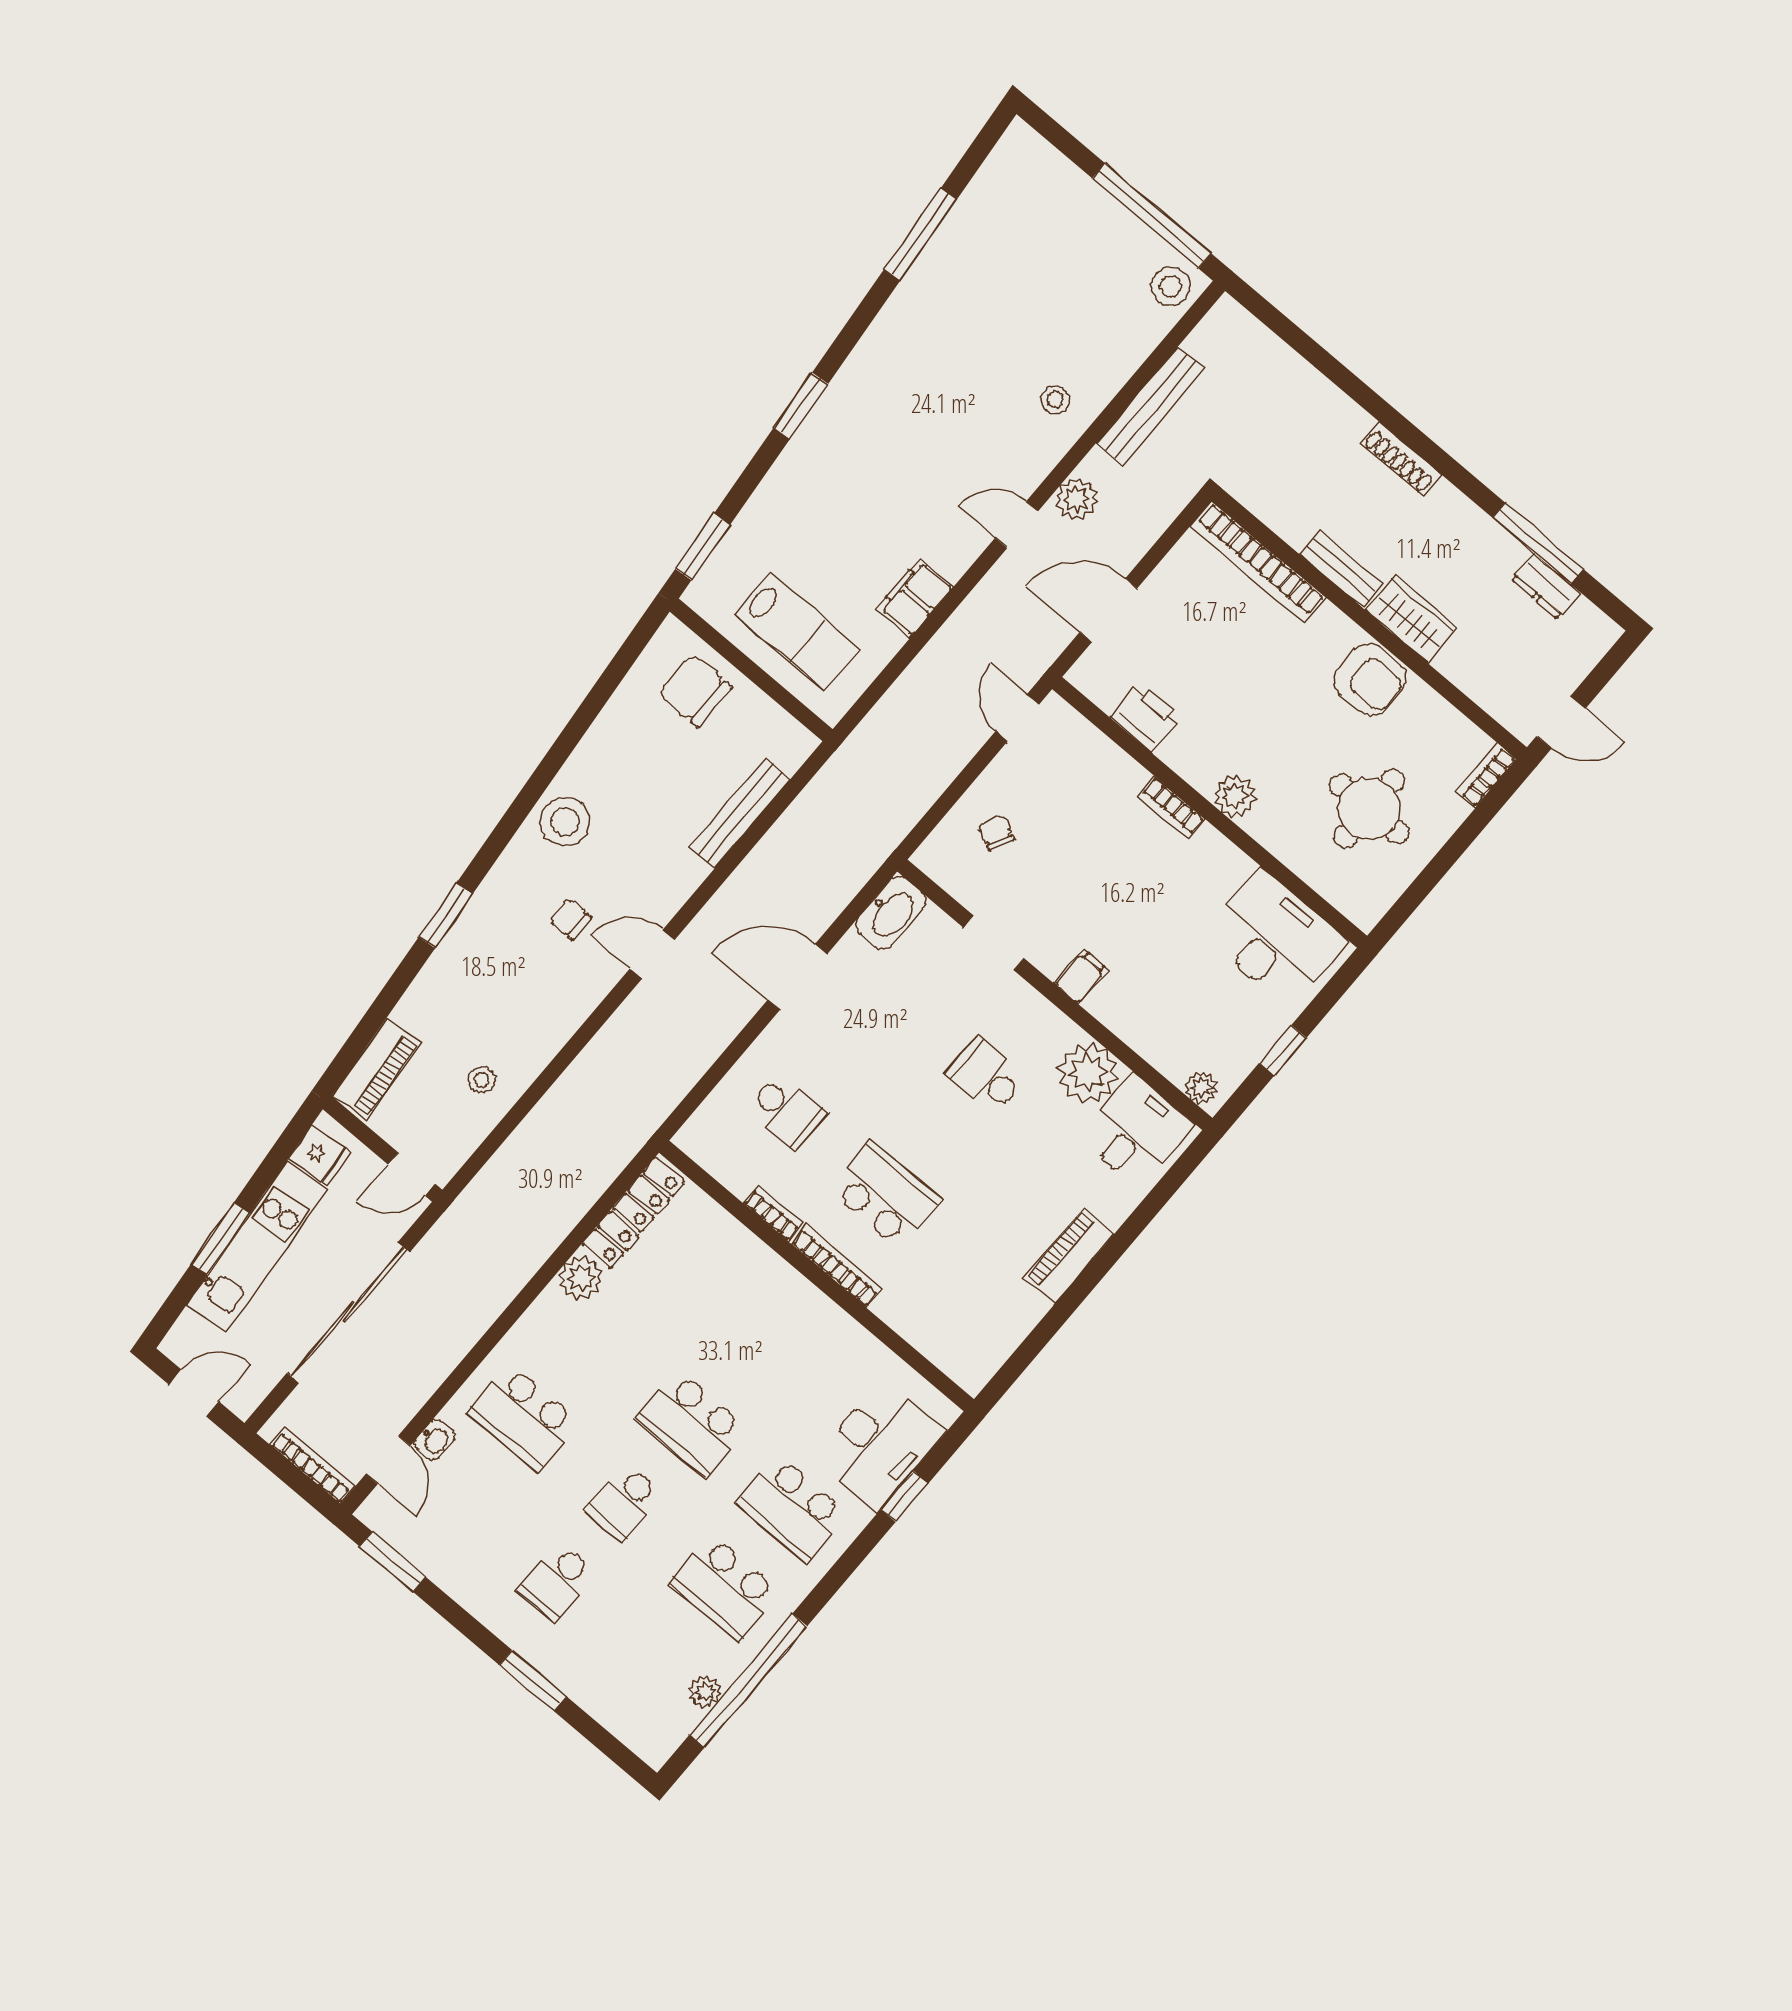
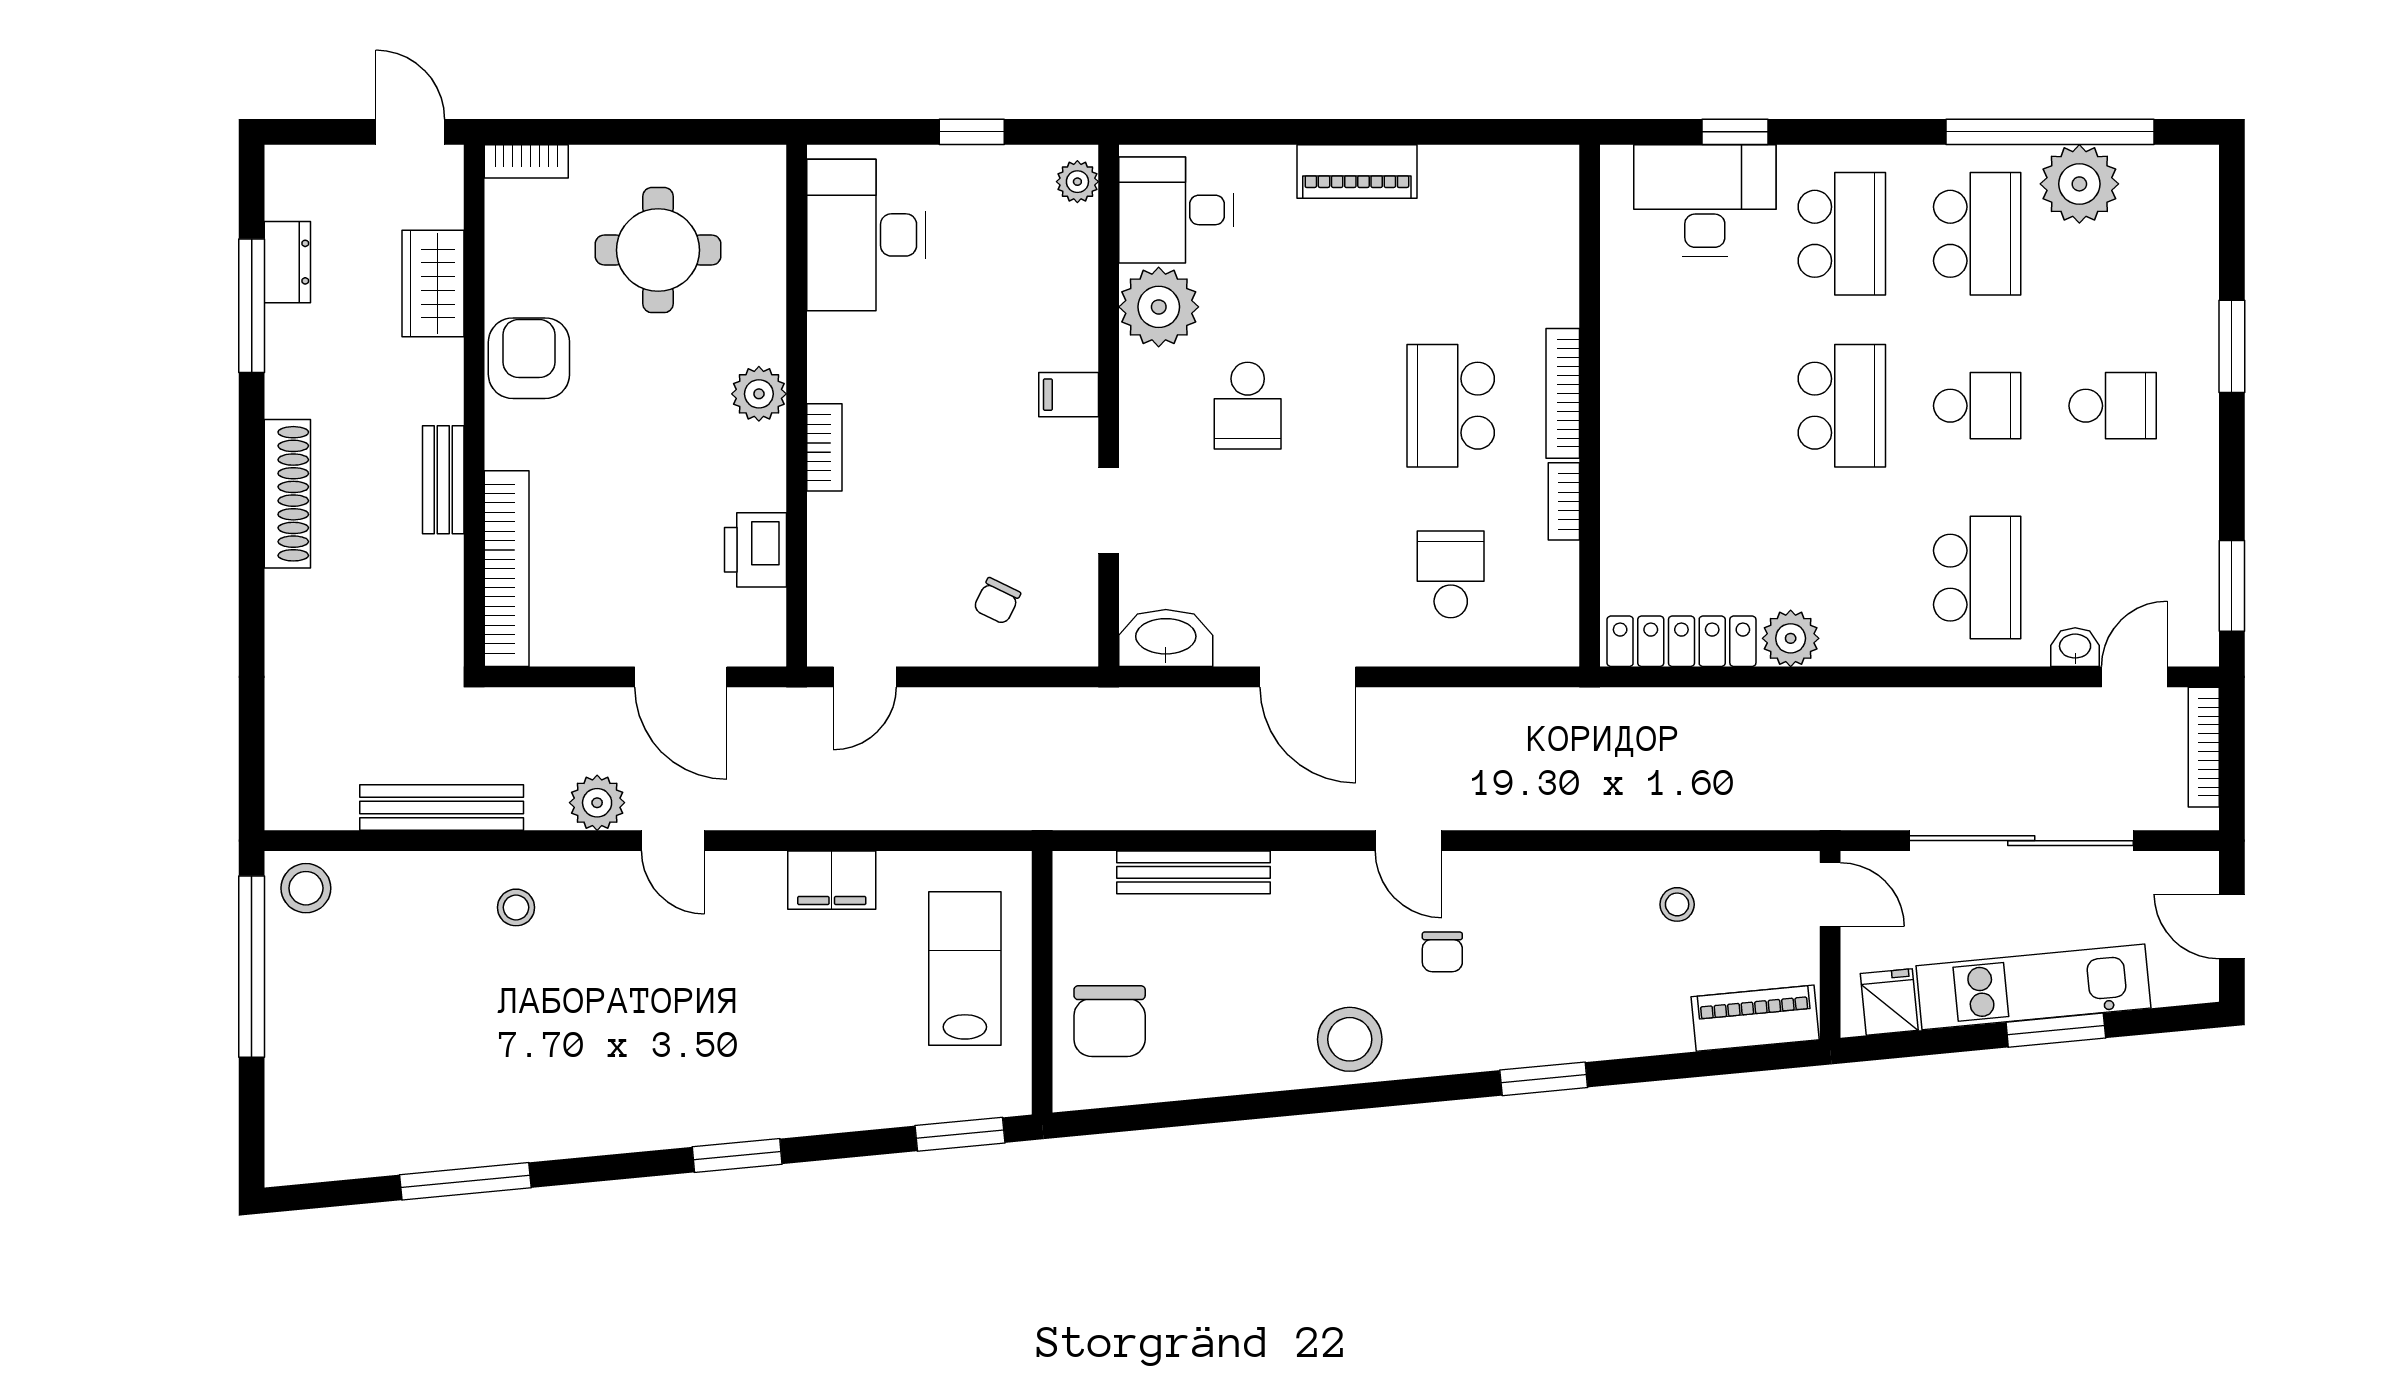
shoe rack: (1401, 459) -> (287, 494), width x1.36, depth x1.24
wardrobe: (1412, 618) -> (433, 284), moved
plant: (705, 1692) -> (2079, 184), width x1.88, depth x1.88

